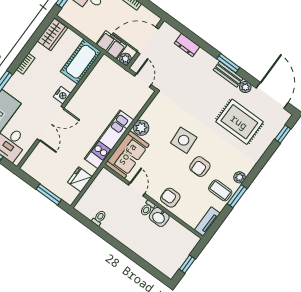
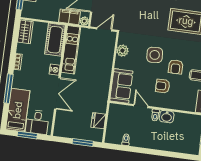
door: (143, 80) -> (104, 29), hinge flipped
plant: (141, 128) -> (122, 51), moved
kitchen unit: (109, 139) -> (71, 50), moved, turned 180
armchair: (170, 198) -> (163, 86), moved

